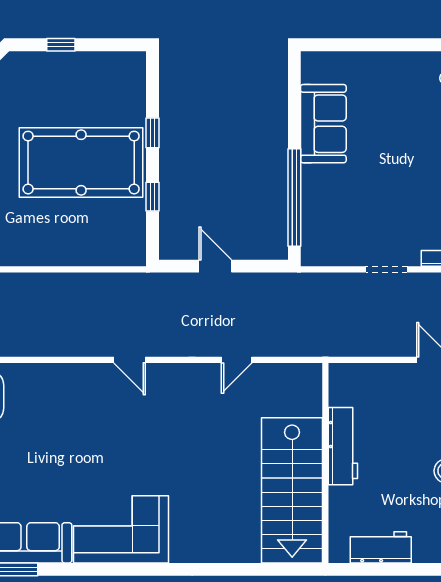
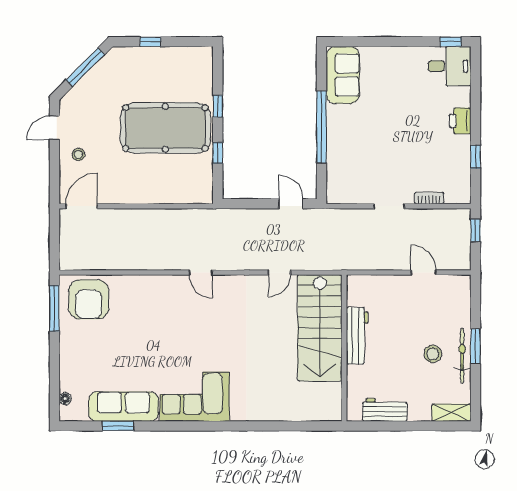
sofa: (323, 124) -> (343, 75), moved
window: (294, 198) -> (322, 127), moved
door: (215, 266) -> (291, 204), moved
stairs: (292, 490) -> (320, 328), moved

